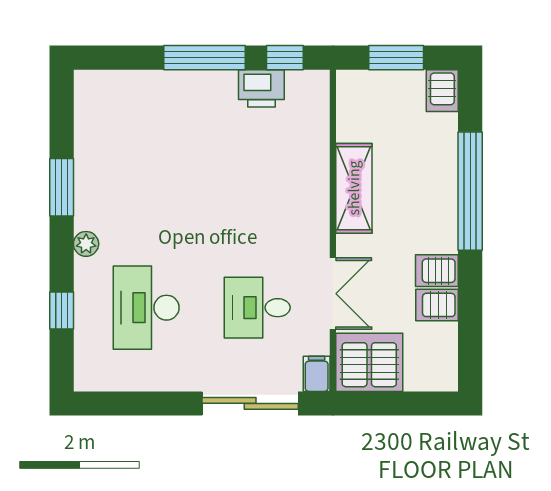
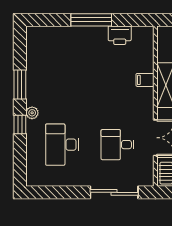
window: (285, 58) -> (131, 20), removed
window: (62, 311) -> (20, 124), moved
filing cabinet: (317, 374) -> (145, 80), moved, turned -90

